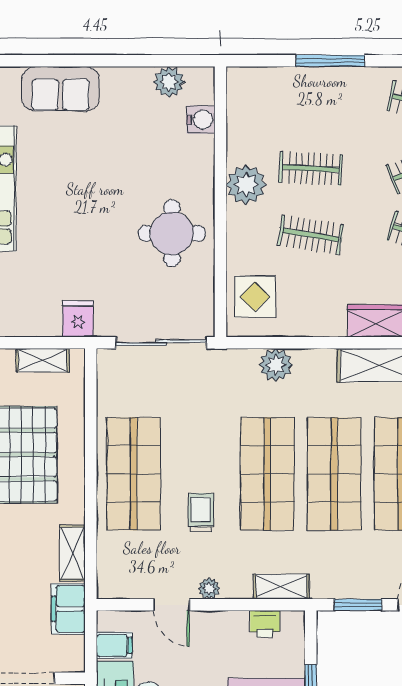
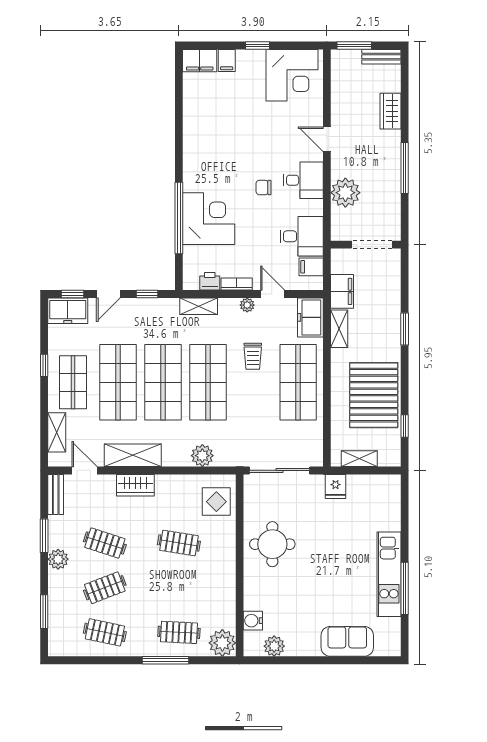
clothes rail: (311, 169) -> (179, 632), moved
plant: (246, 185) -> (222, 643), moved
freezer: (115, 570) -> (310, 317), added
window: (358, 605) -> (147, 294), width x0.67
bookcase: (225, 620) -> (237, 284), added

